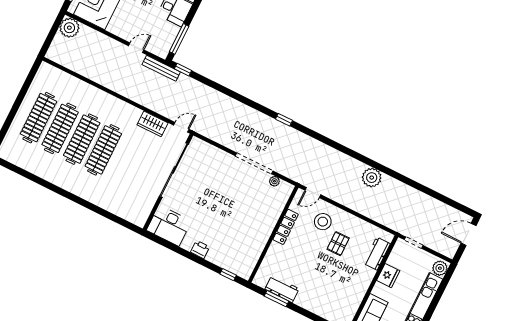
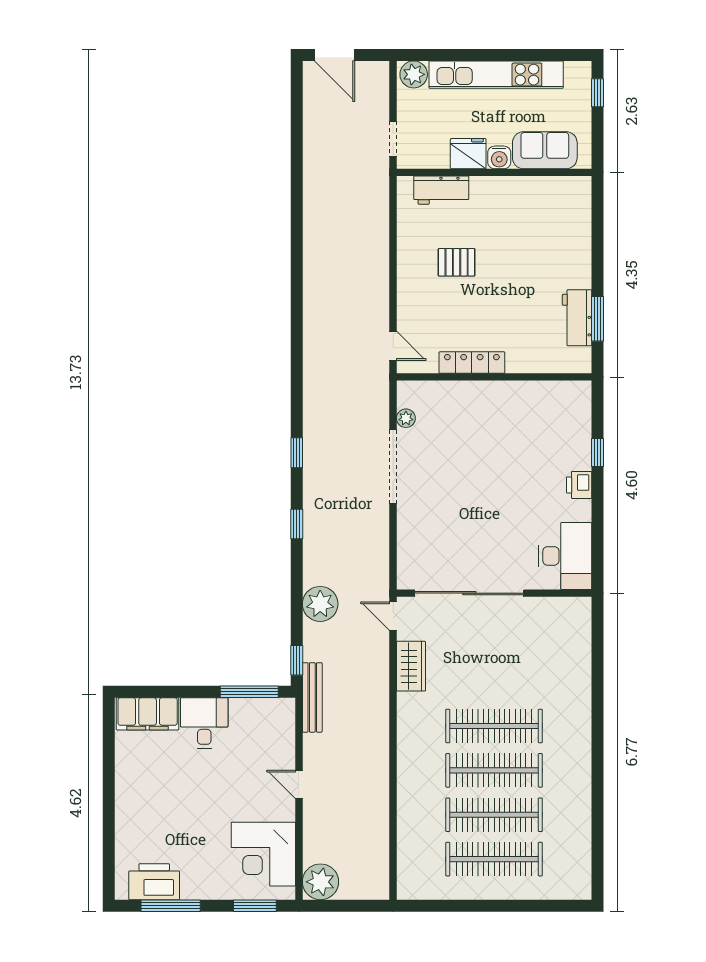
door: (136, 48) -> (299, 784), moved
window: (249, 103) -> (297, 524), added
plant: (372, 178) -> (320, 604), moved
stool: (323, 222) -> (433, 306), removed
window: (228, 275) -> (597, 452), moved
water cooler: (379, 290) -> (499, 157), added

